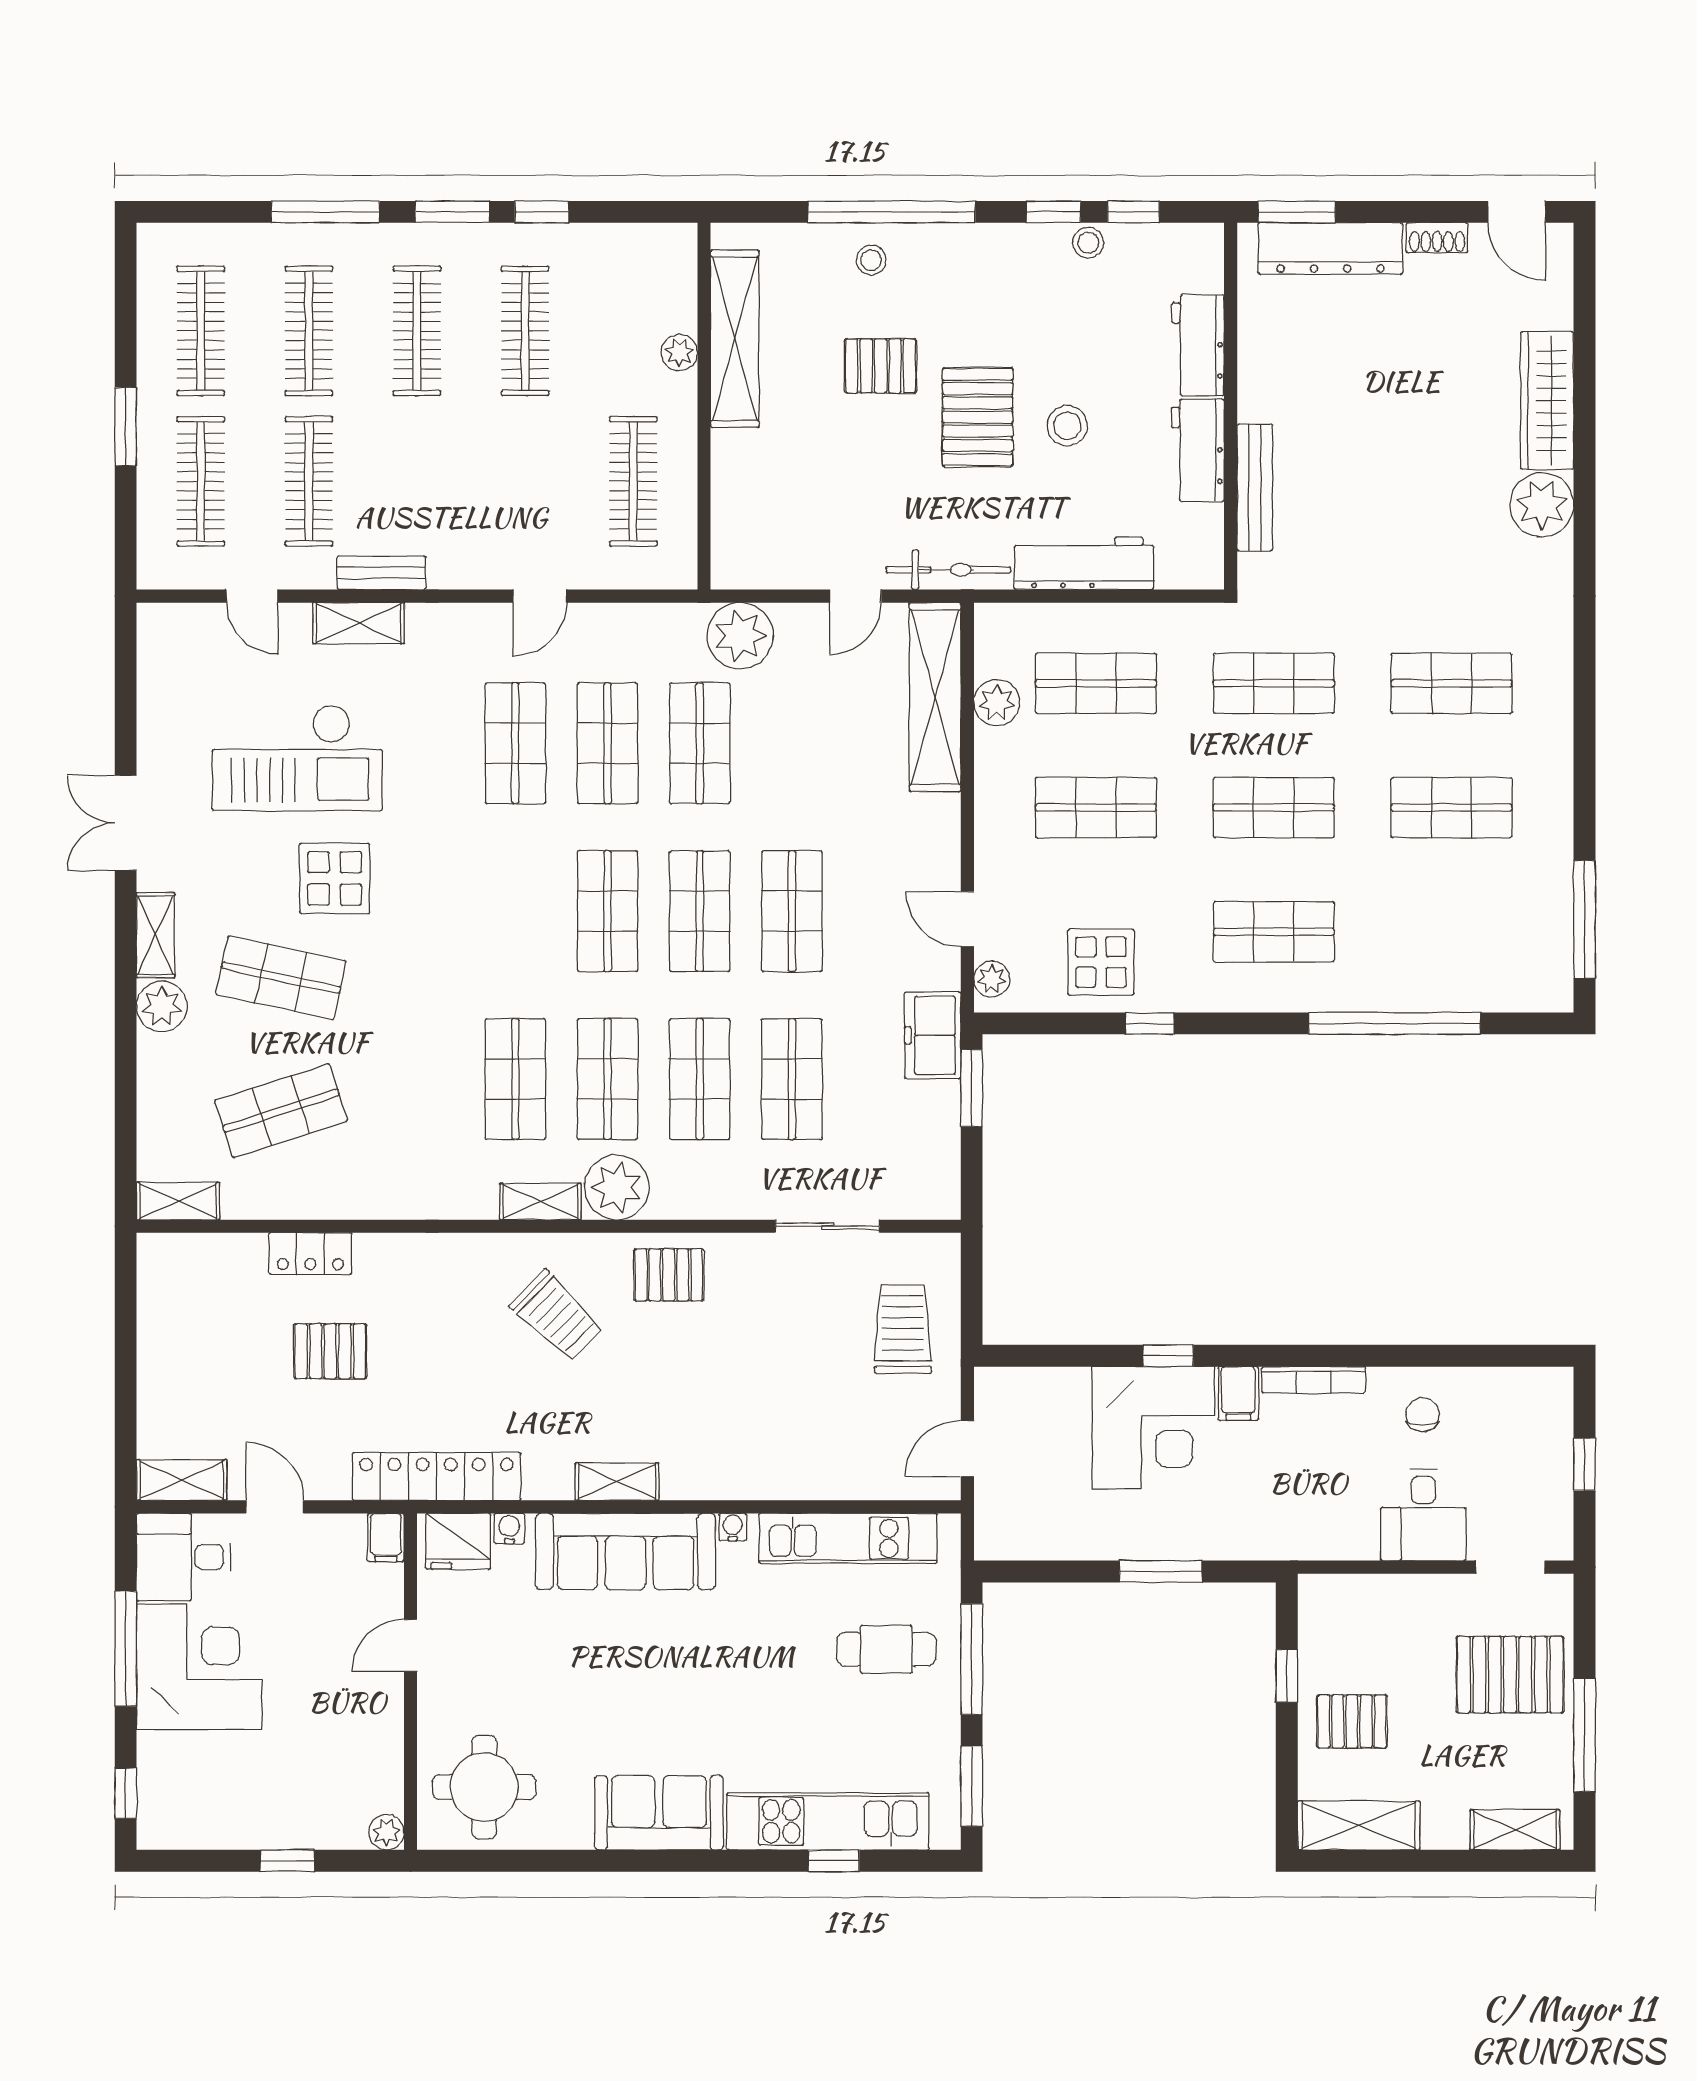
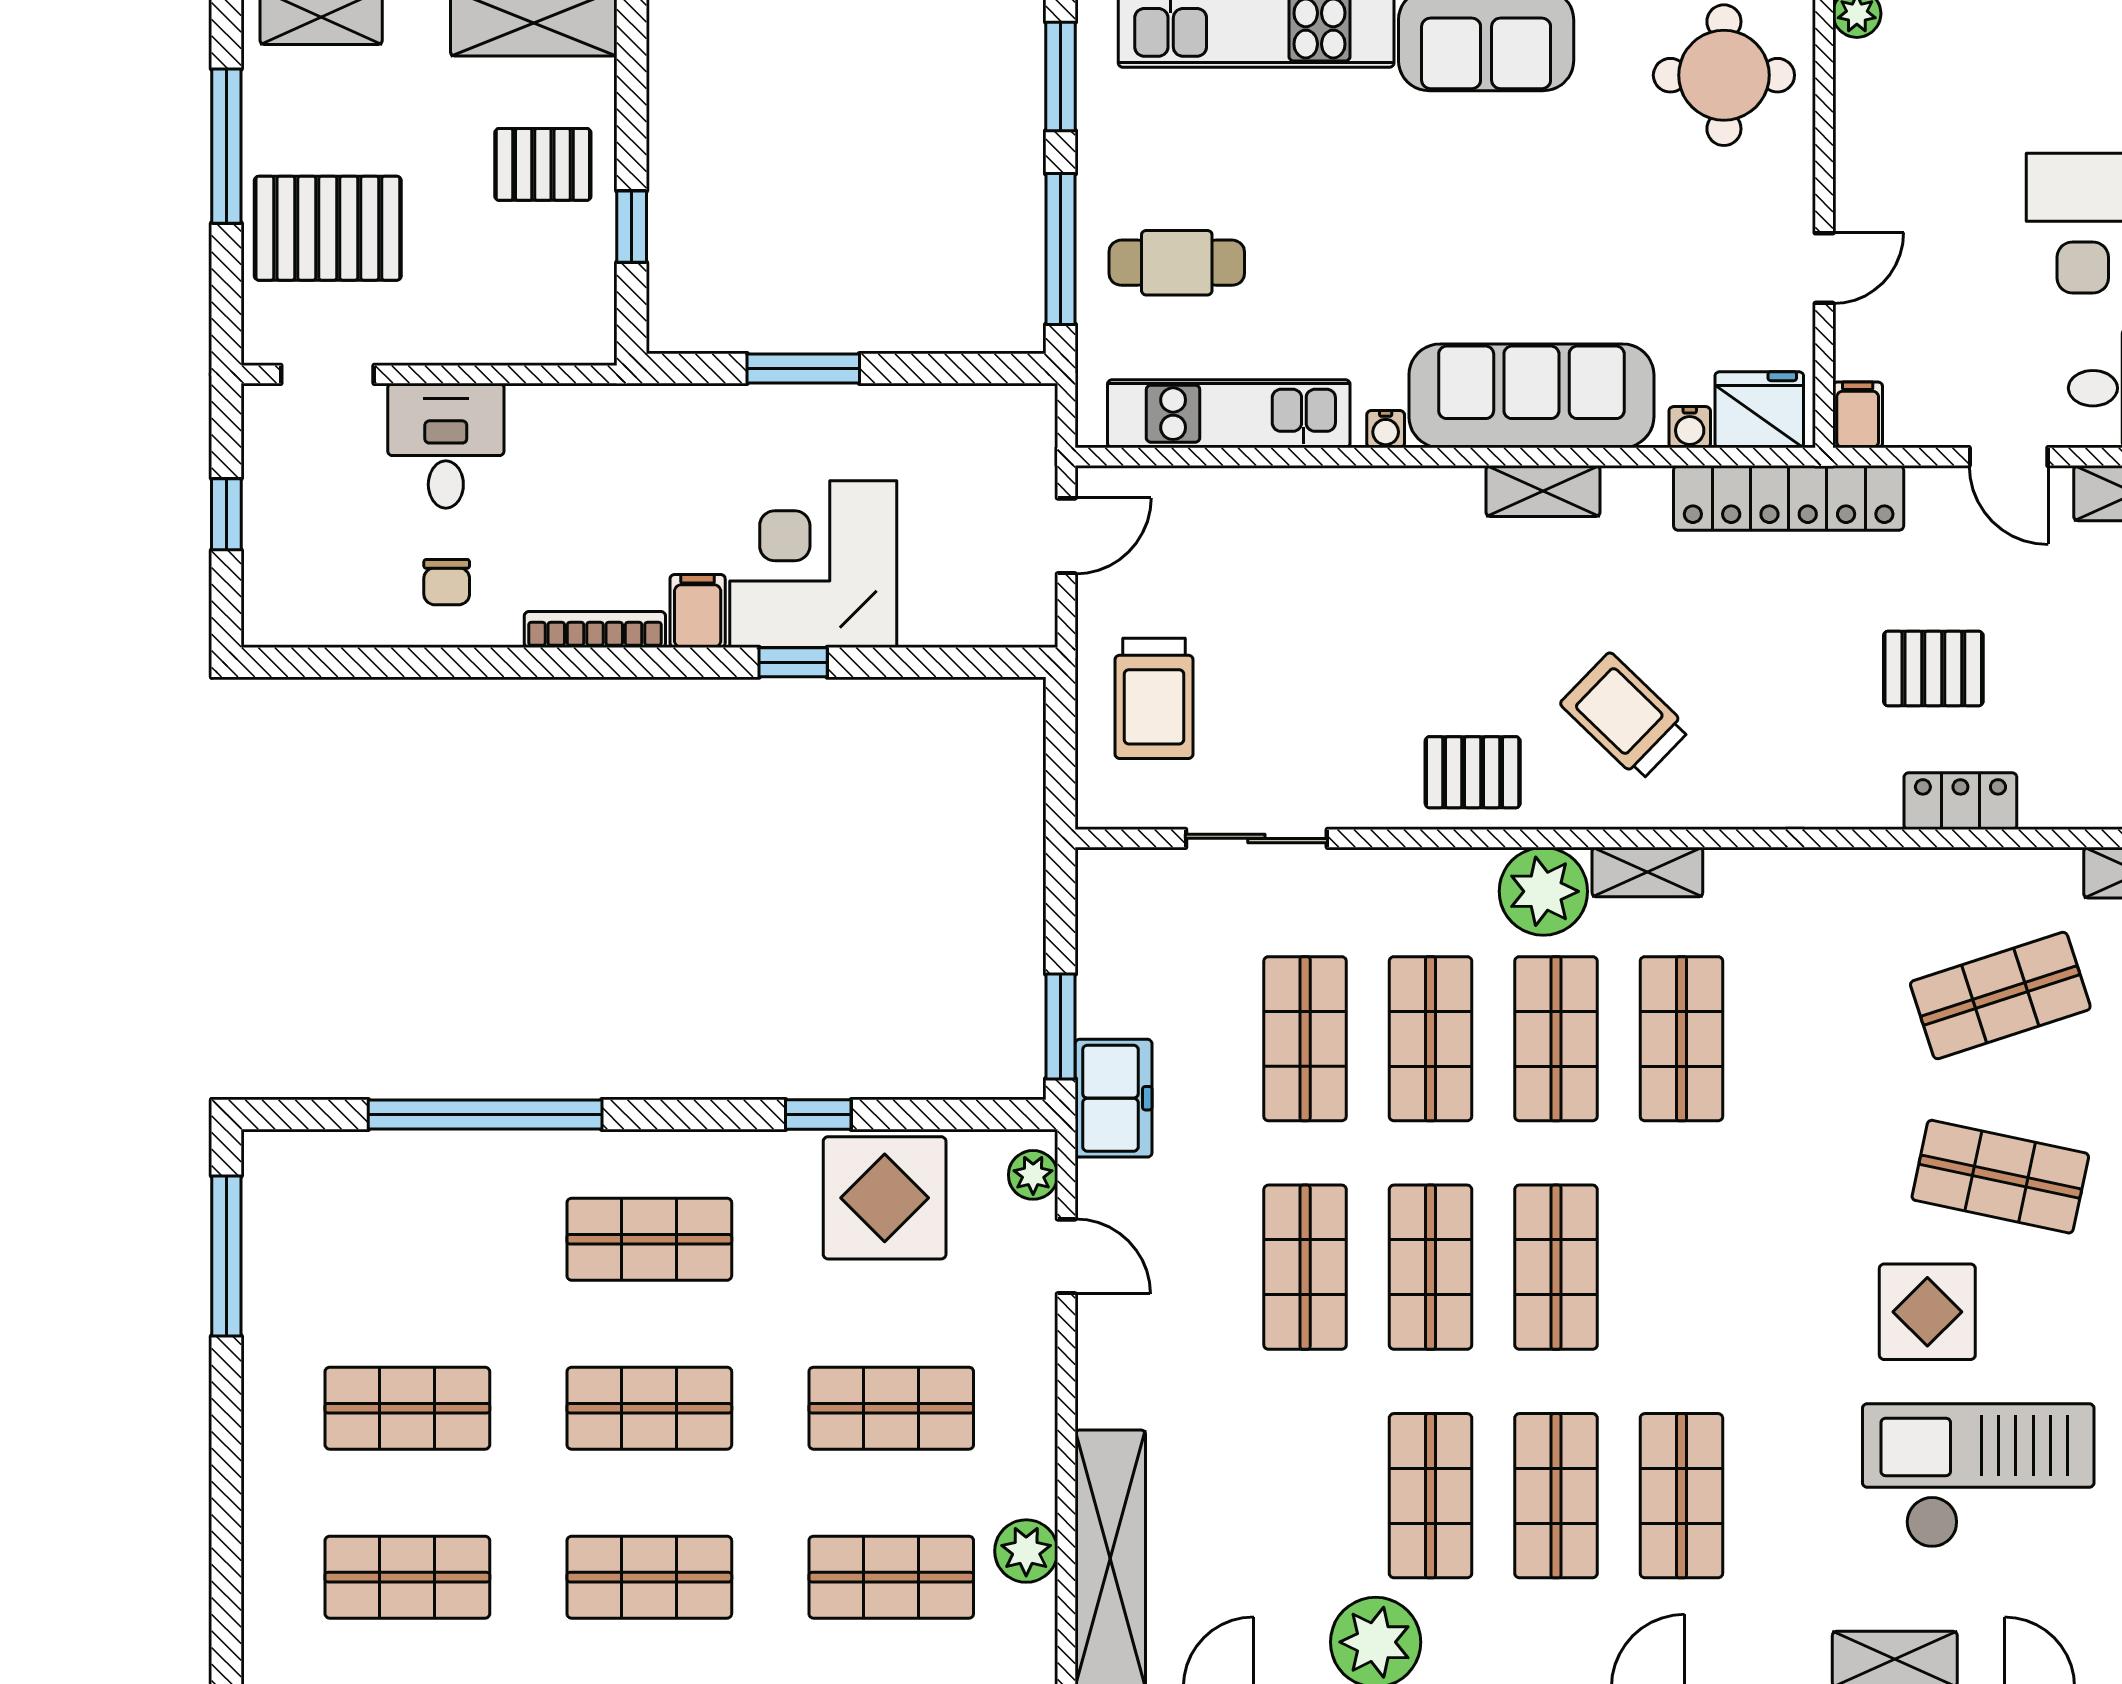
display table: (1101, 962) -> (885, 1198), width x1.36, depth x1.36

